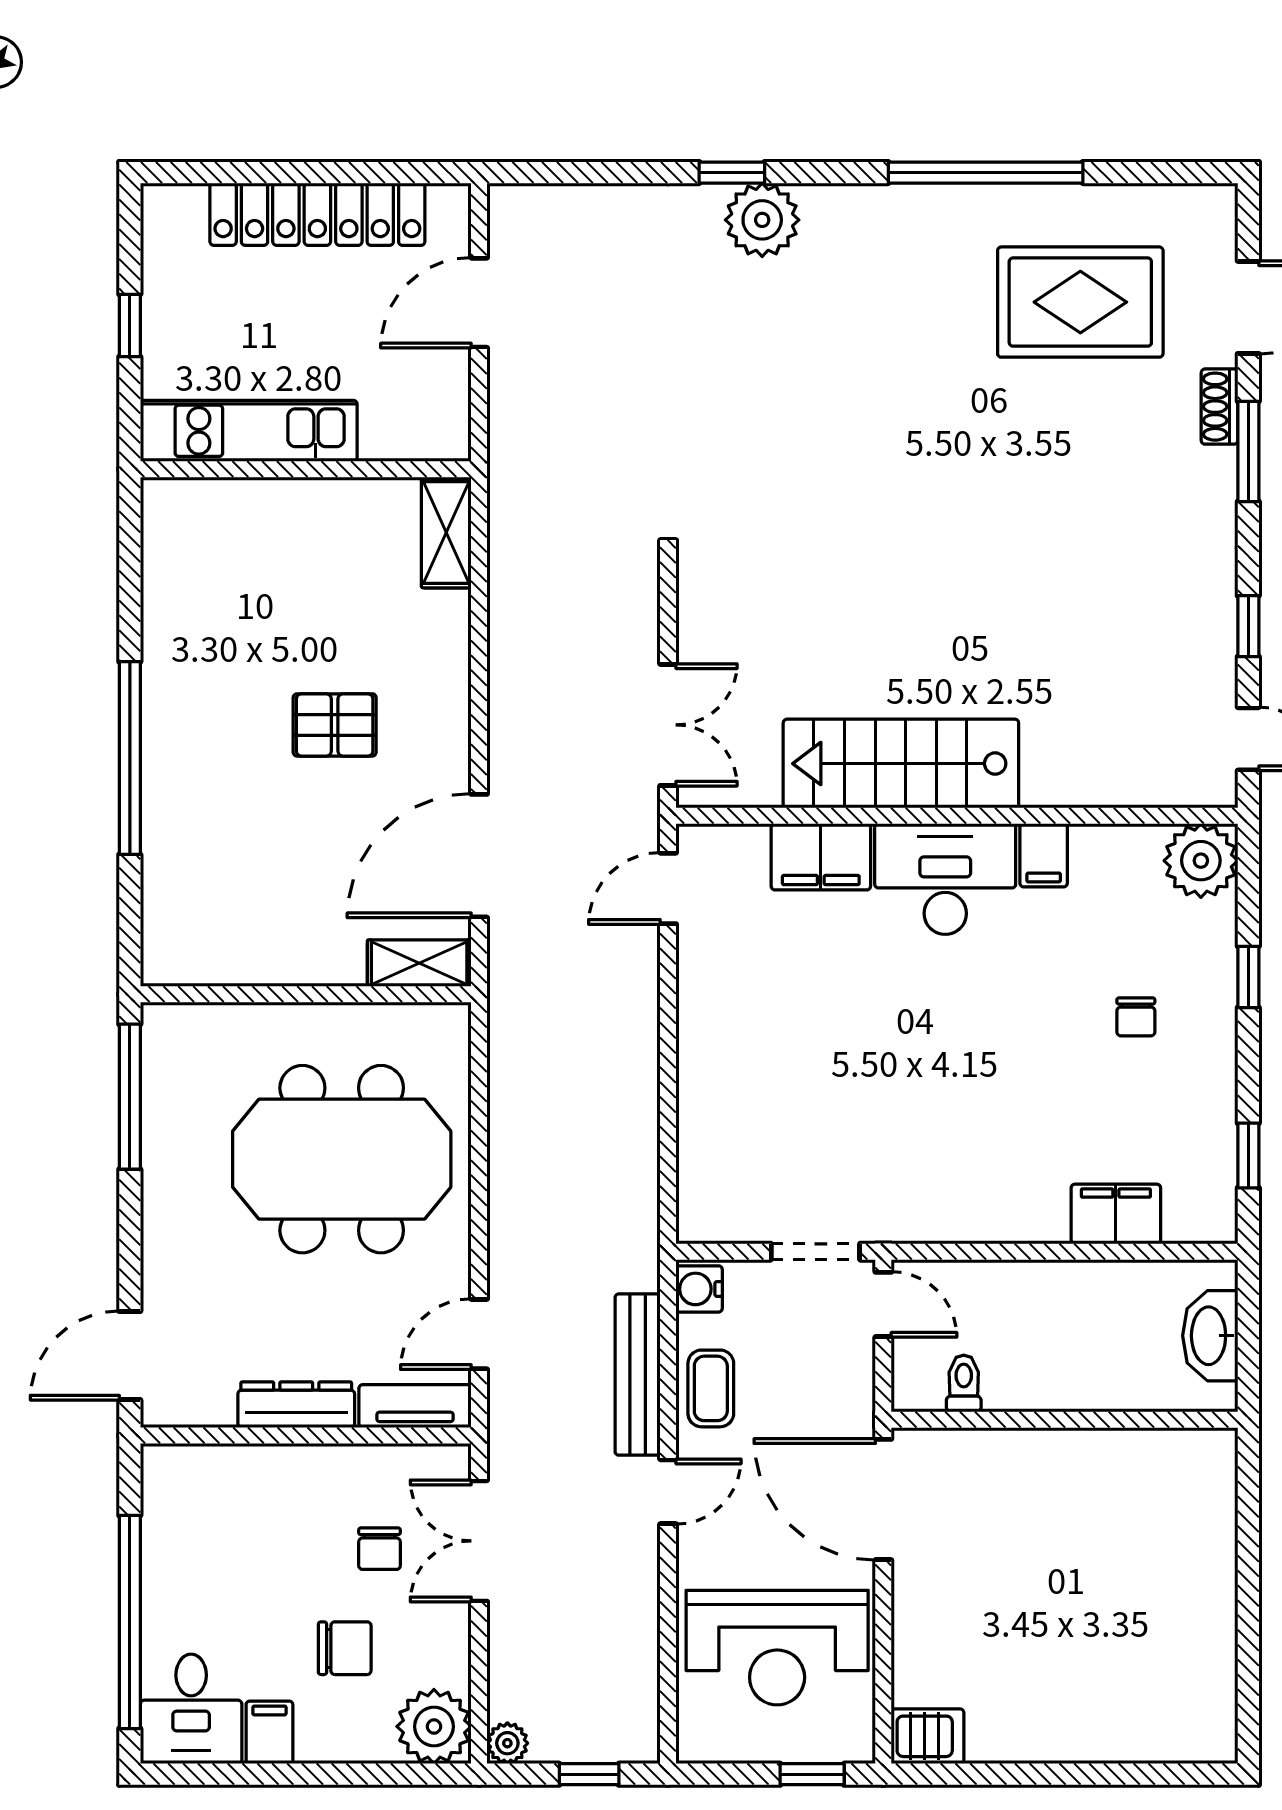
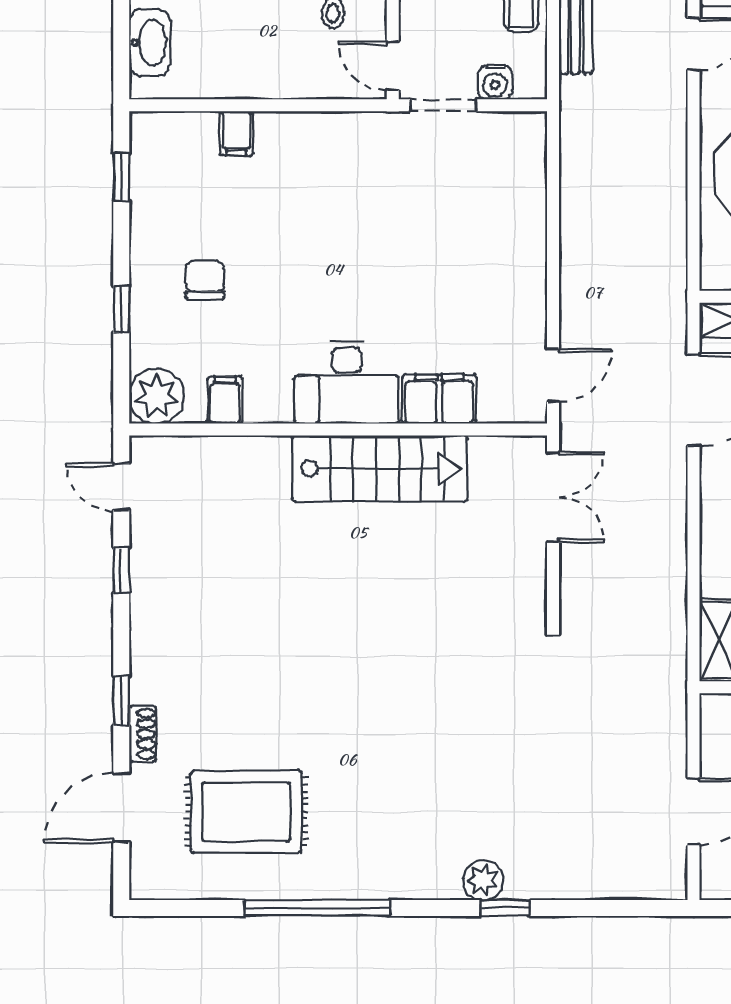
plant: (762, 220) -> (483, 880), width x0.73, depth x0.73
window: (1248, 451) -> (121, 701), width x0.67
double door: (668, 725) -> (553, 497), swing flipped
filing cabinet: (1044, 855) -> (225, 400), moved
chair: (1136, 1017) -> (205, 280), width x1.37, depth x1.37
filing cabinet: (1116, 1214) -> (236, 133), width x0.50
water cooler: (699, 1289) -> (495, 82), moved, turned 90

